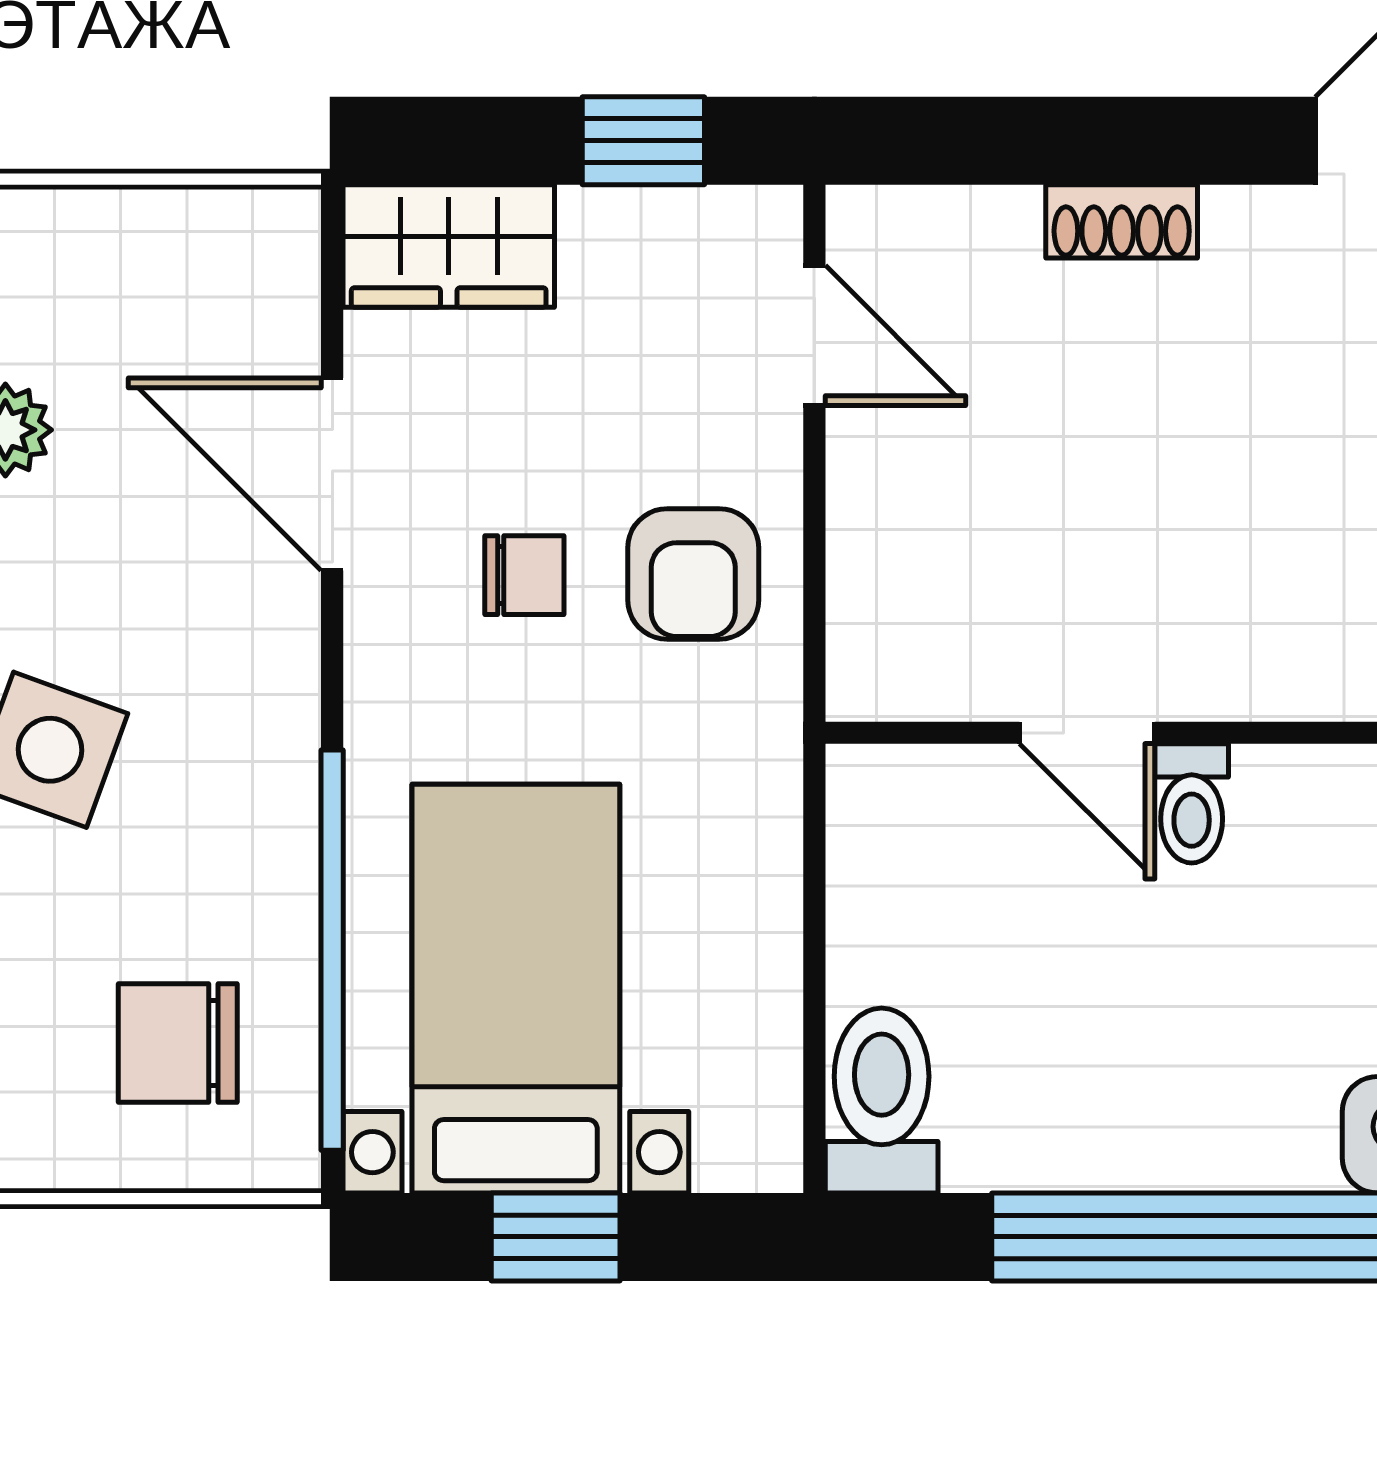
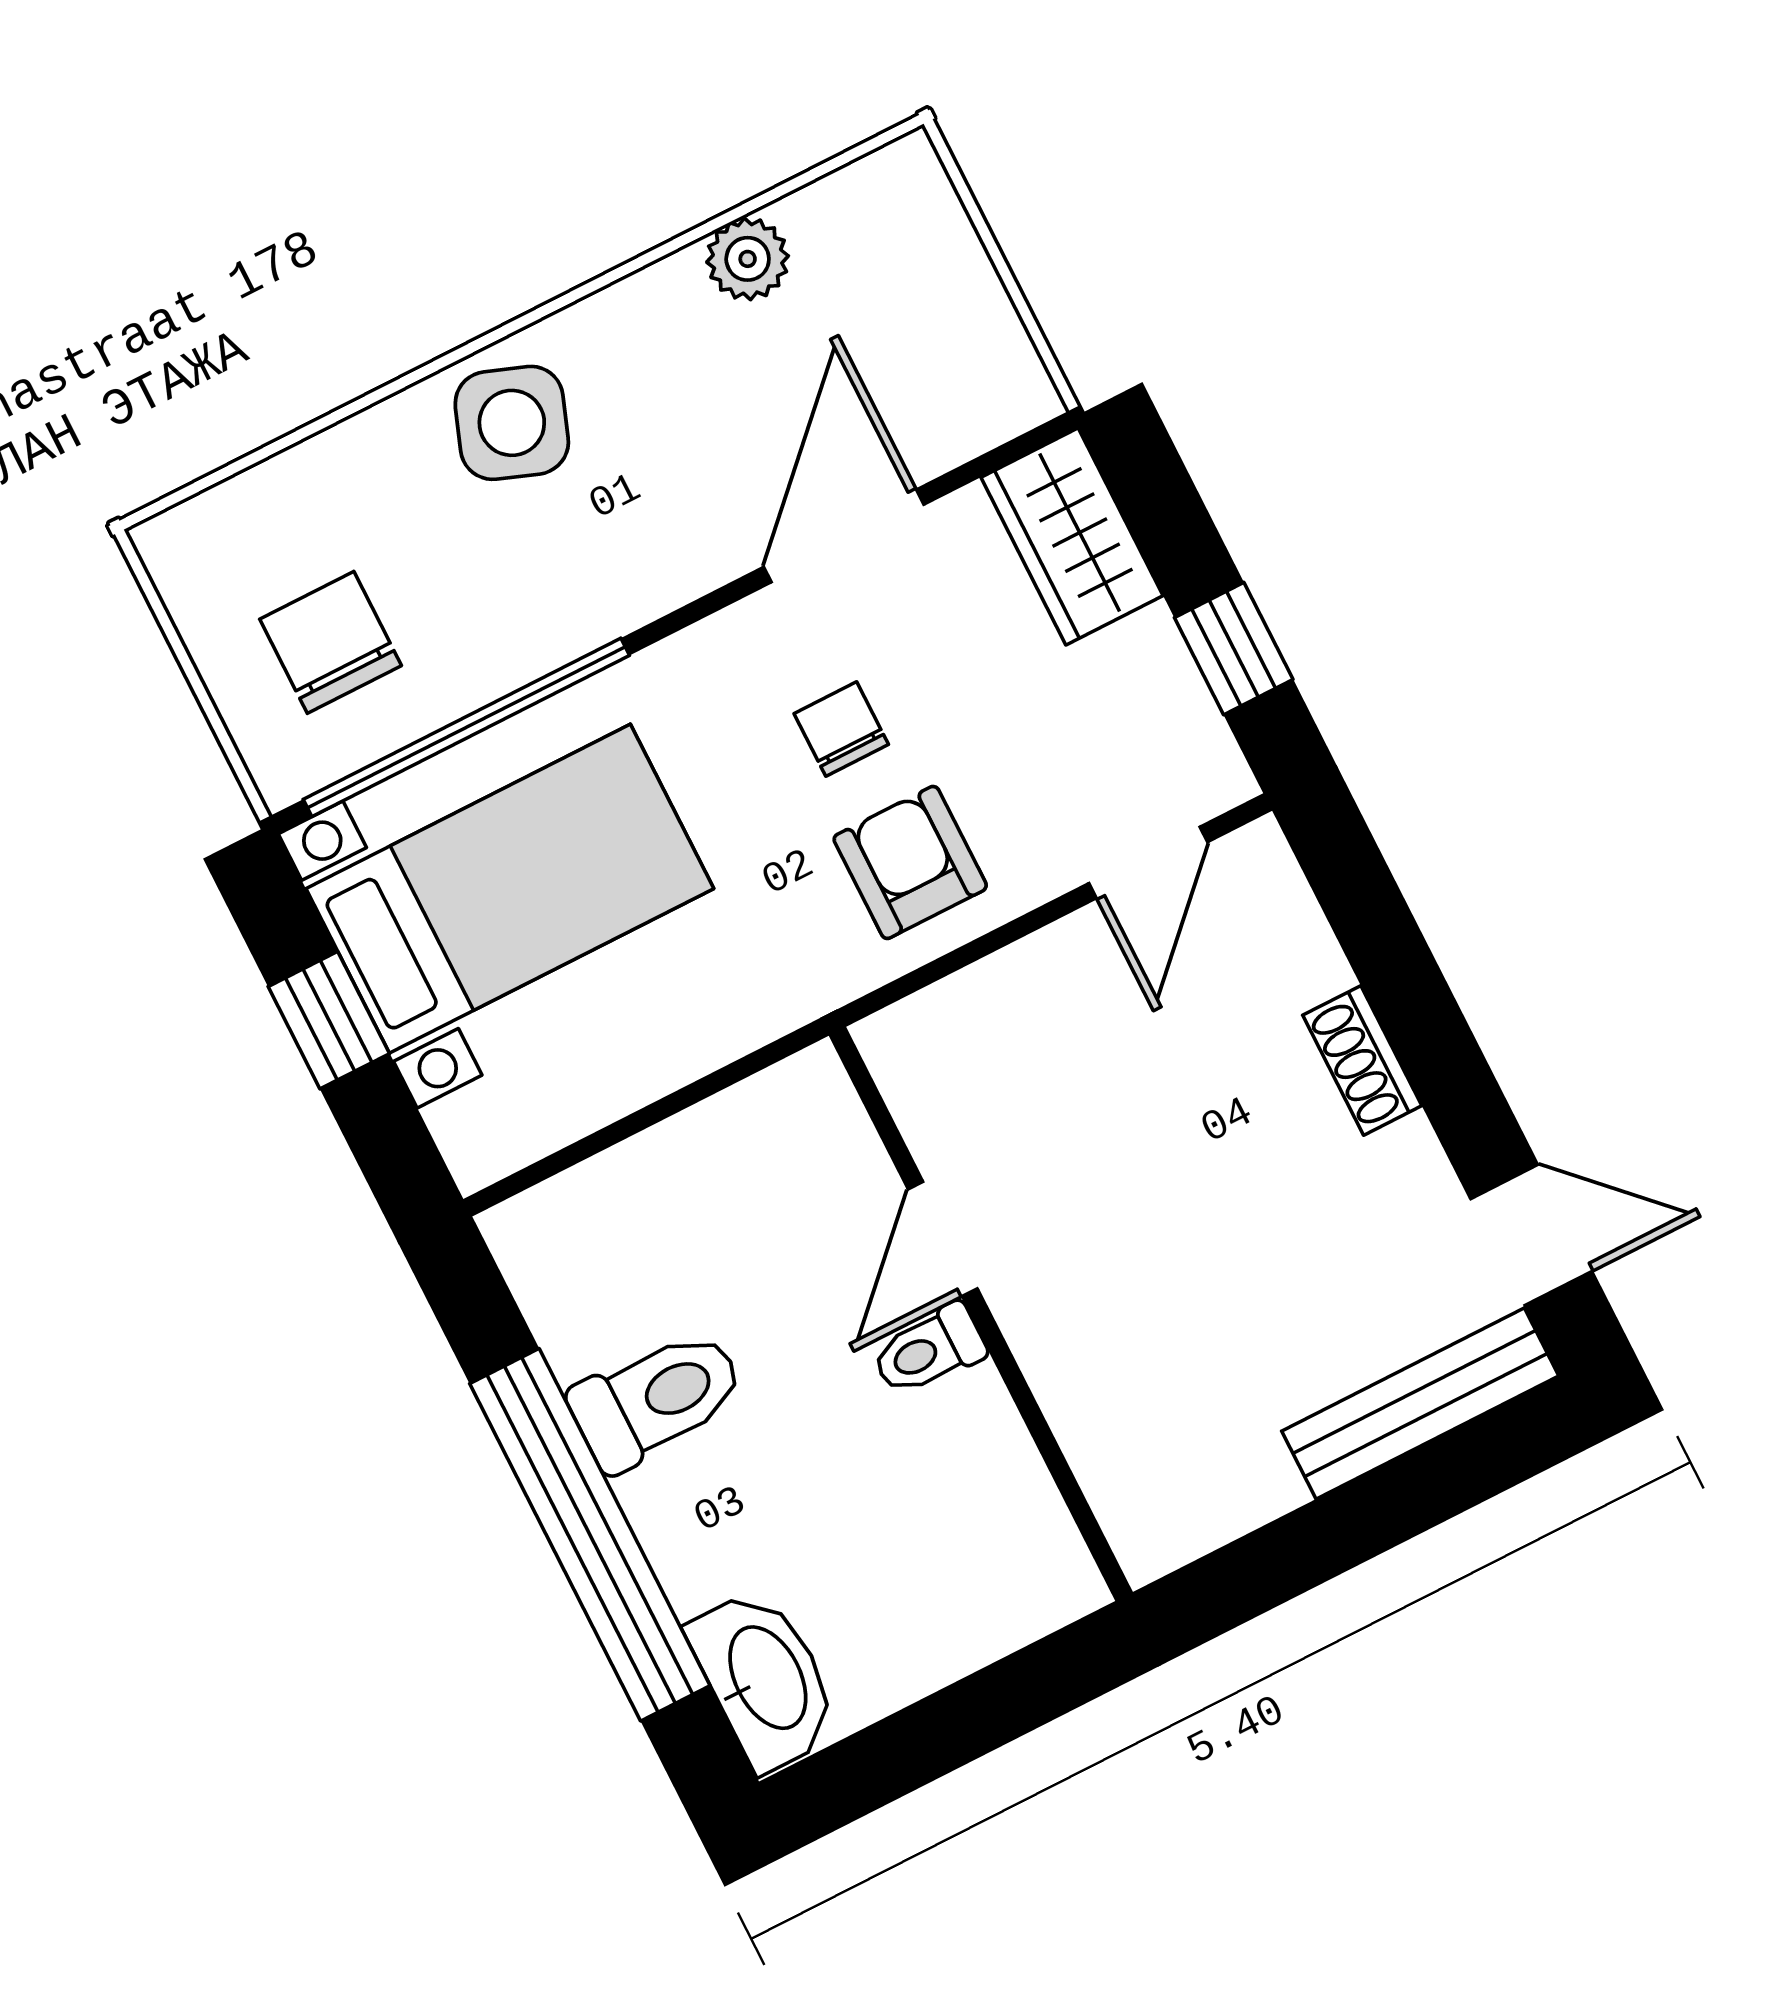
armchair: (693, 574) -> (910, 862), turned 90
chair: (524, 575) -> (841, 729), turned 180
toilet: (882, 1101) -> (657, 1399), moved

